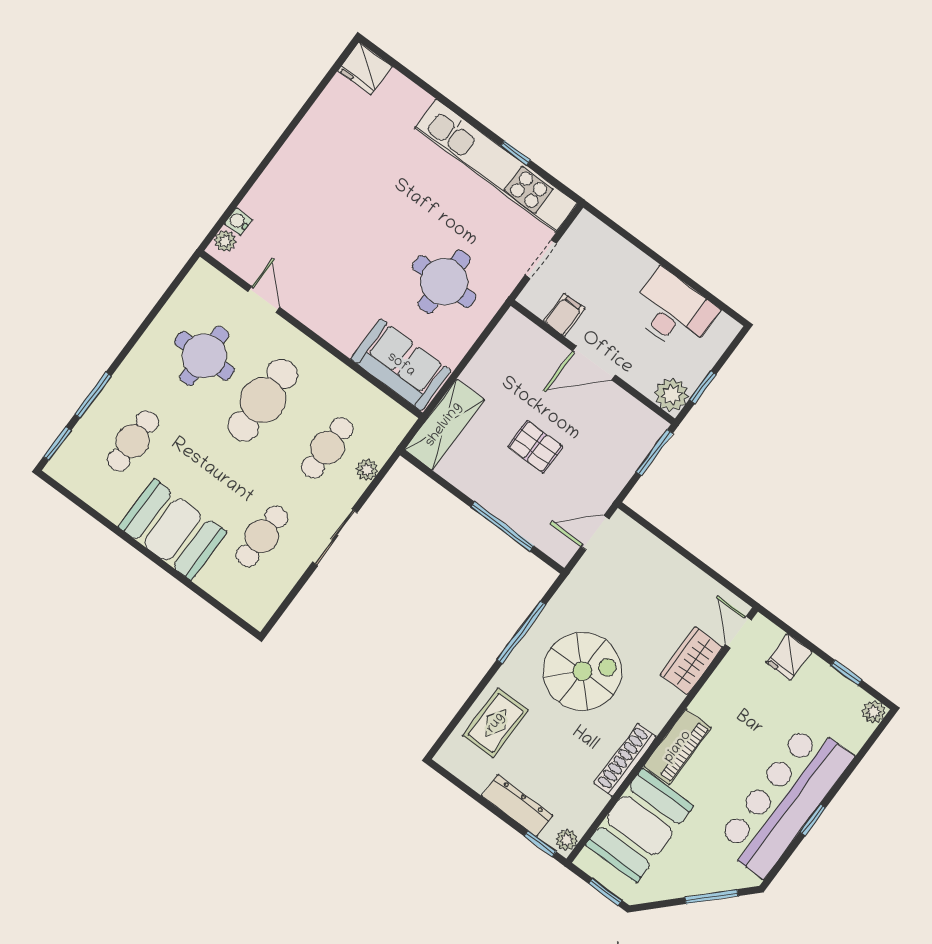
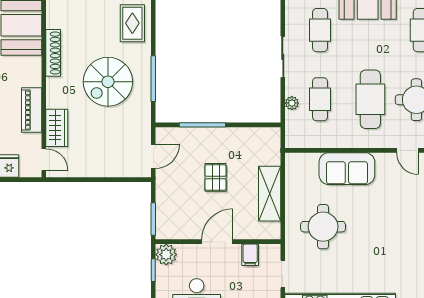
sofa: (401, 365) -> (347, 169), moved
shelving: (444, 425) -> (270, 194), moved
pallet: (535, 447) -> (216, 177), turned 90
piano: (678, 747) -> (32, 110), moved

